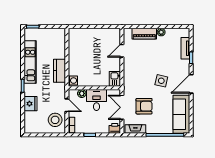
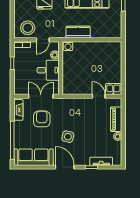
kitchen sink: (115, 79) -> (113, 89), moved
armchair: (144, 106) -> (42, 119), turned 180
printer: (115, 128) -> (19, 89), removed

